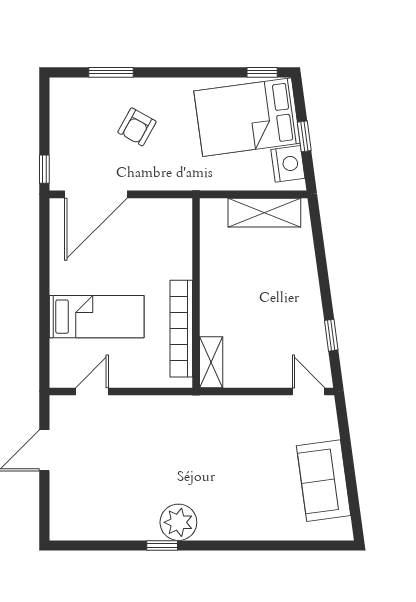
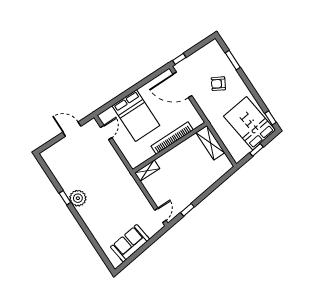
nightstand: (288, 164) -> (242, 150), removed
shelving: (264, 213) -> (210, 143), moved
bed: (97, 317) -> (136, 116), width x1.50
bookcase: (181, 329) -> (172, 138), moved
door: (92, 391) -> (106, 133), hinge flipped

